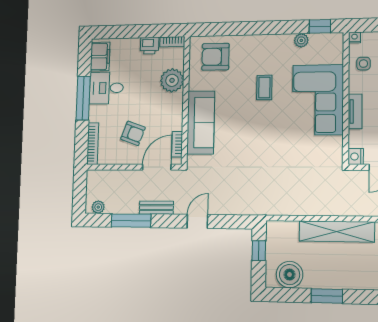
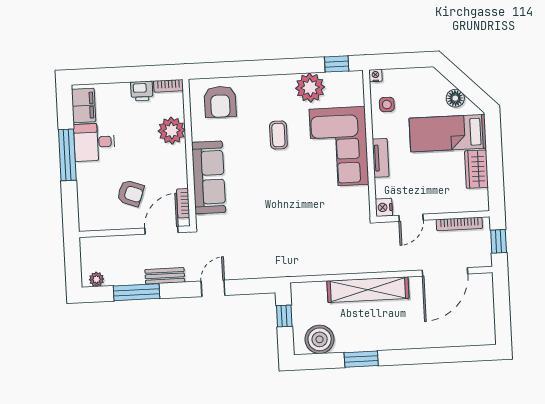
plant: (301, 40) -> (310, 88), width x1.88, depth x1.88
armchair: (215, 57) -> (220, 102), turned -90
bookcase: (93, 144) -> (84, 207), removed

